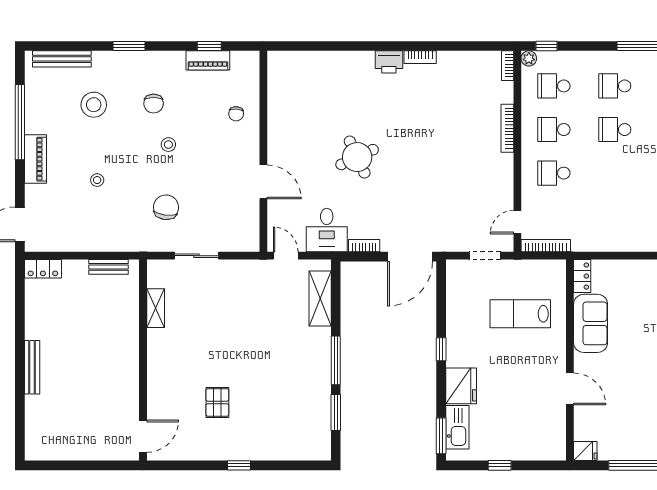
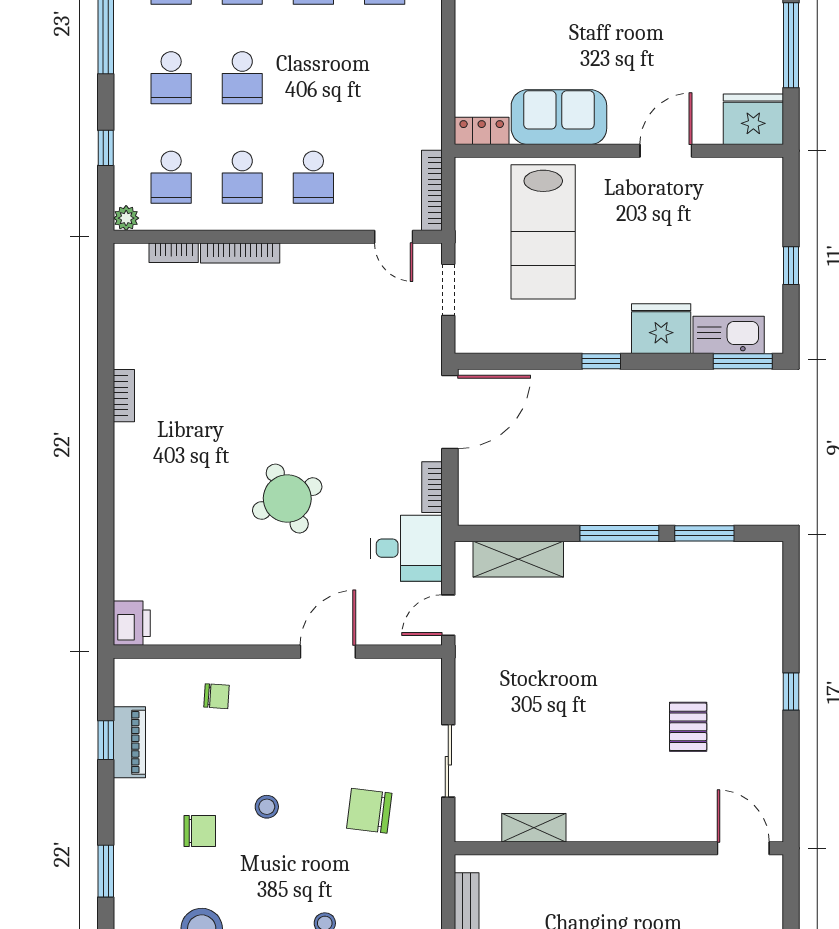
window: (546, 46) -> (106, 148), moved
printer: (389, 62) -> (132, 623), moved
bookcase: (508, 66) -> (174, 253), moved
door: (410, 257) -> (450, 412), hinge flipped
lab bench: (520, 314) -> (543, 232), width x1.36, depth x1.39
pallet: (217, 402) -> (688, 727), turned 90
fridge: (585, 451) -> (753, 119), width x1.88, depth x1.34

